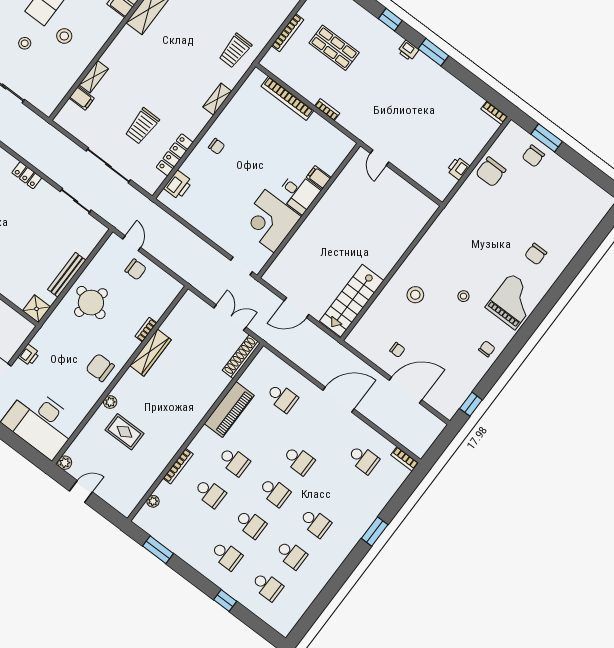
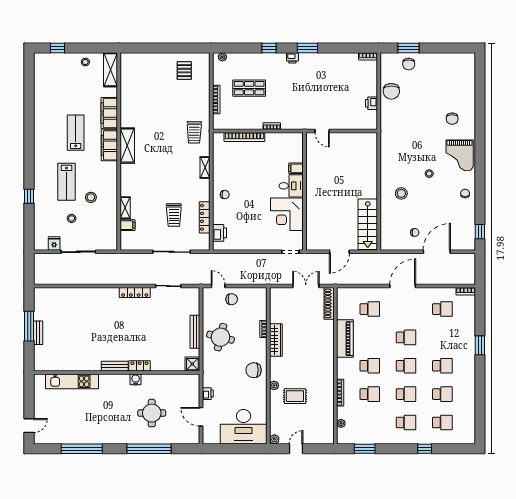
locker: (27, 175) -> (135, 292), width x1.53
grand piano: (513, 301) -> (460, 155), turned 180

